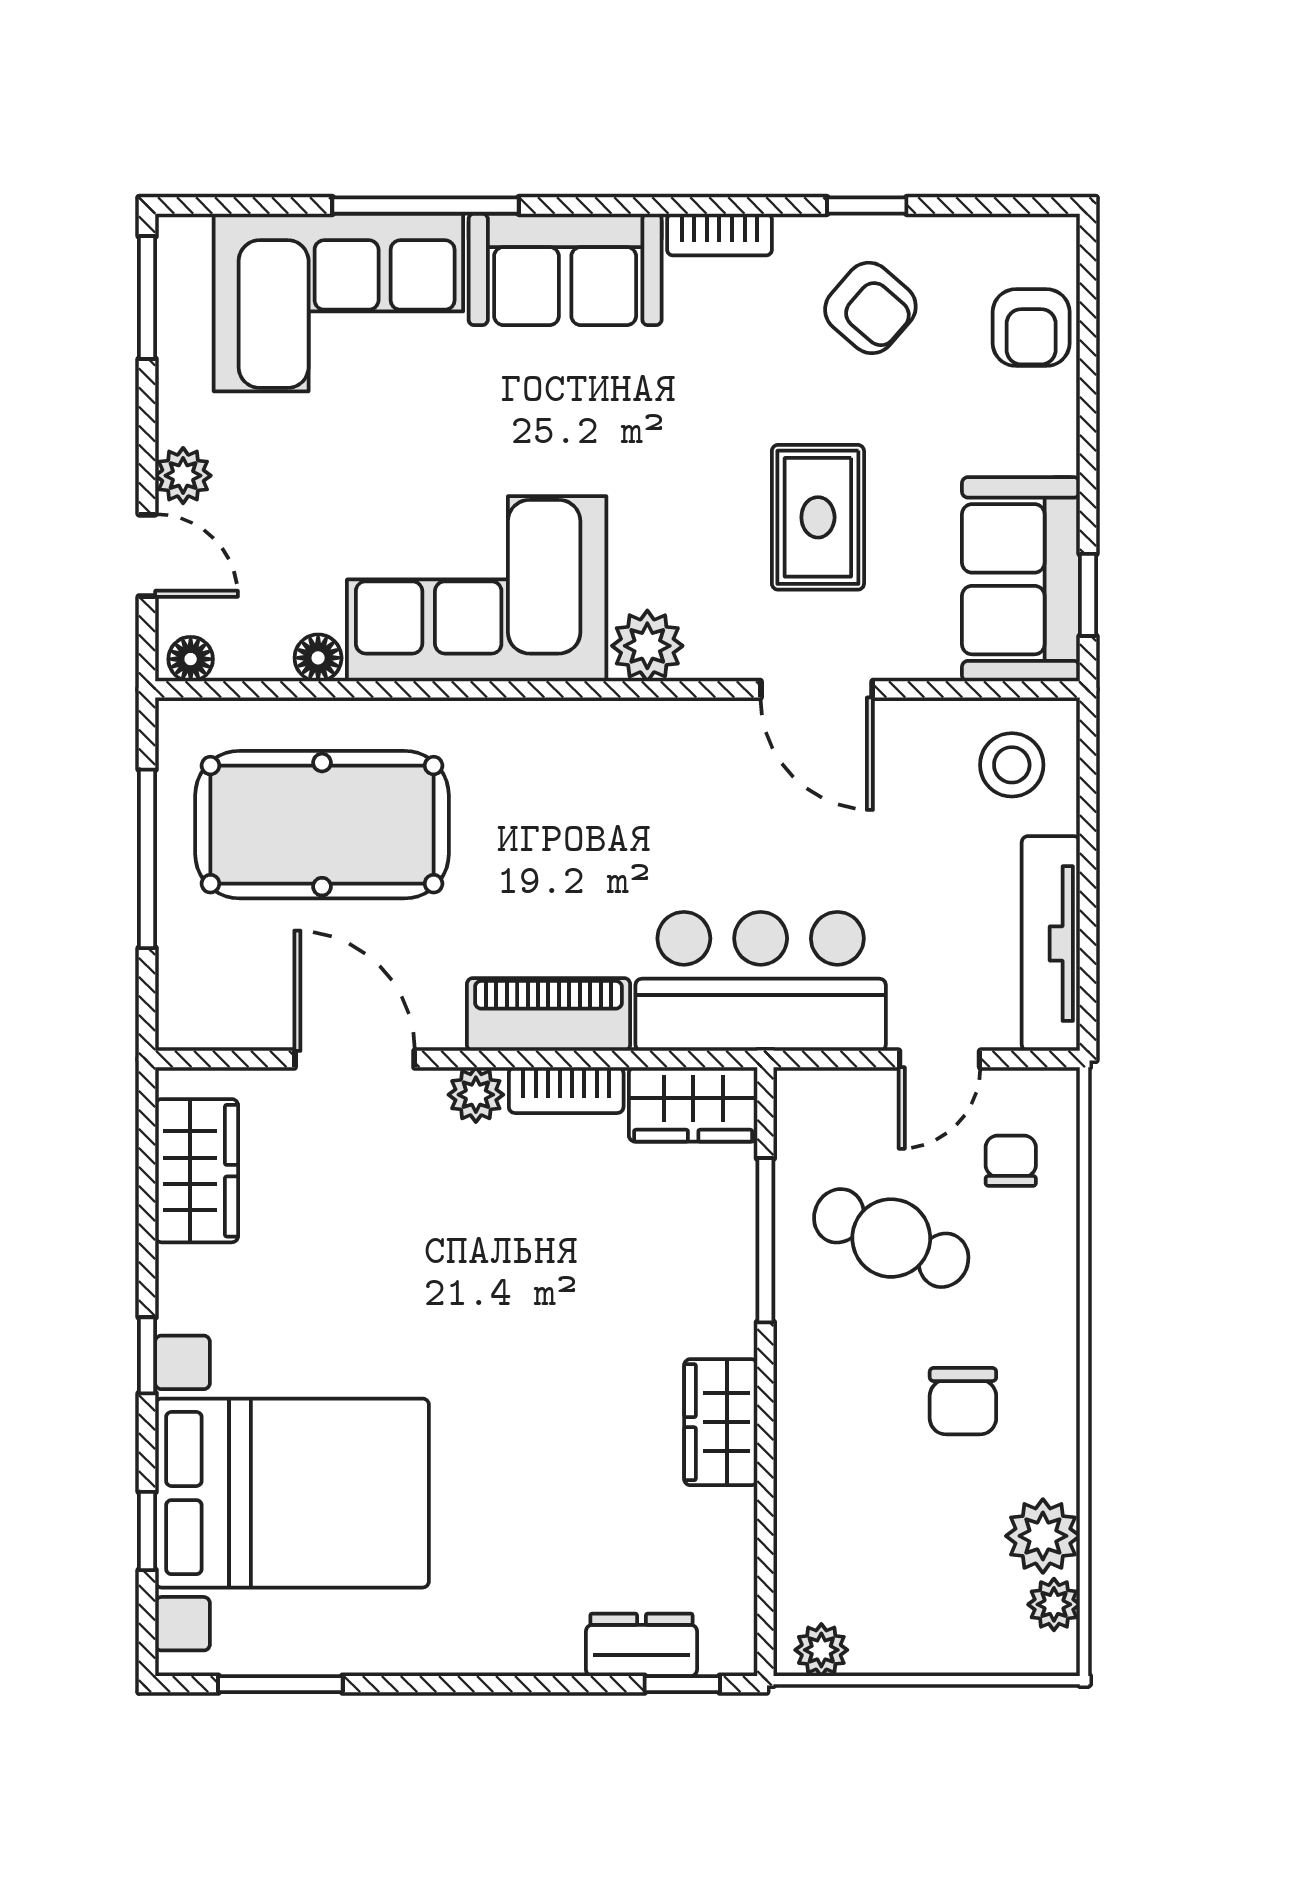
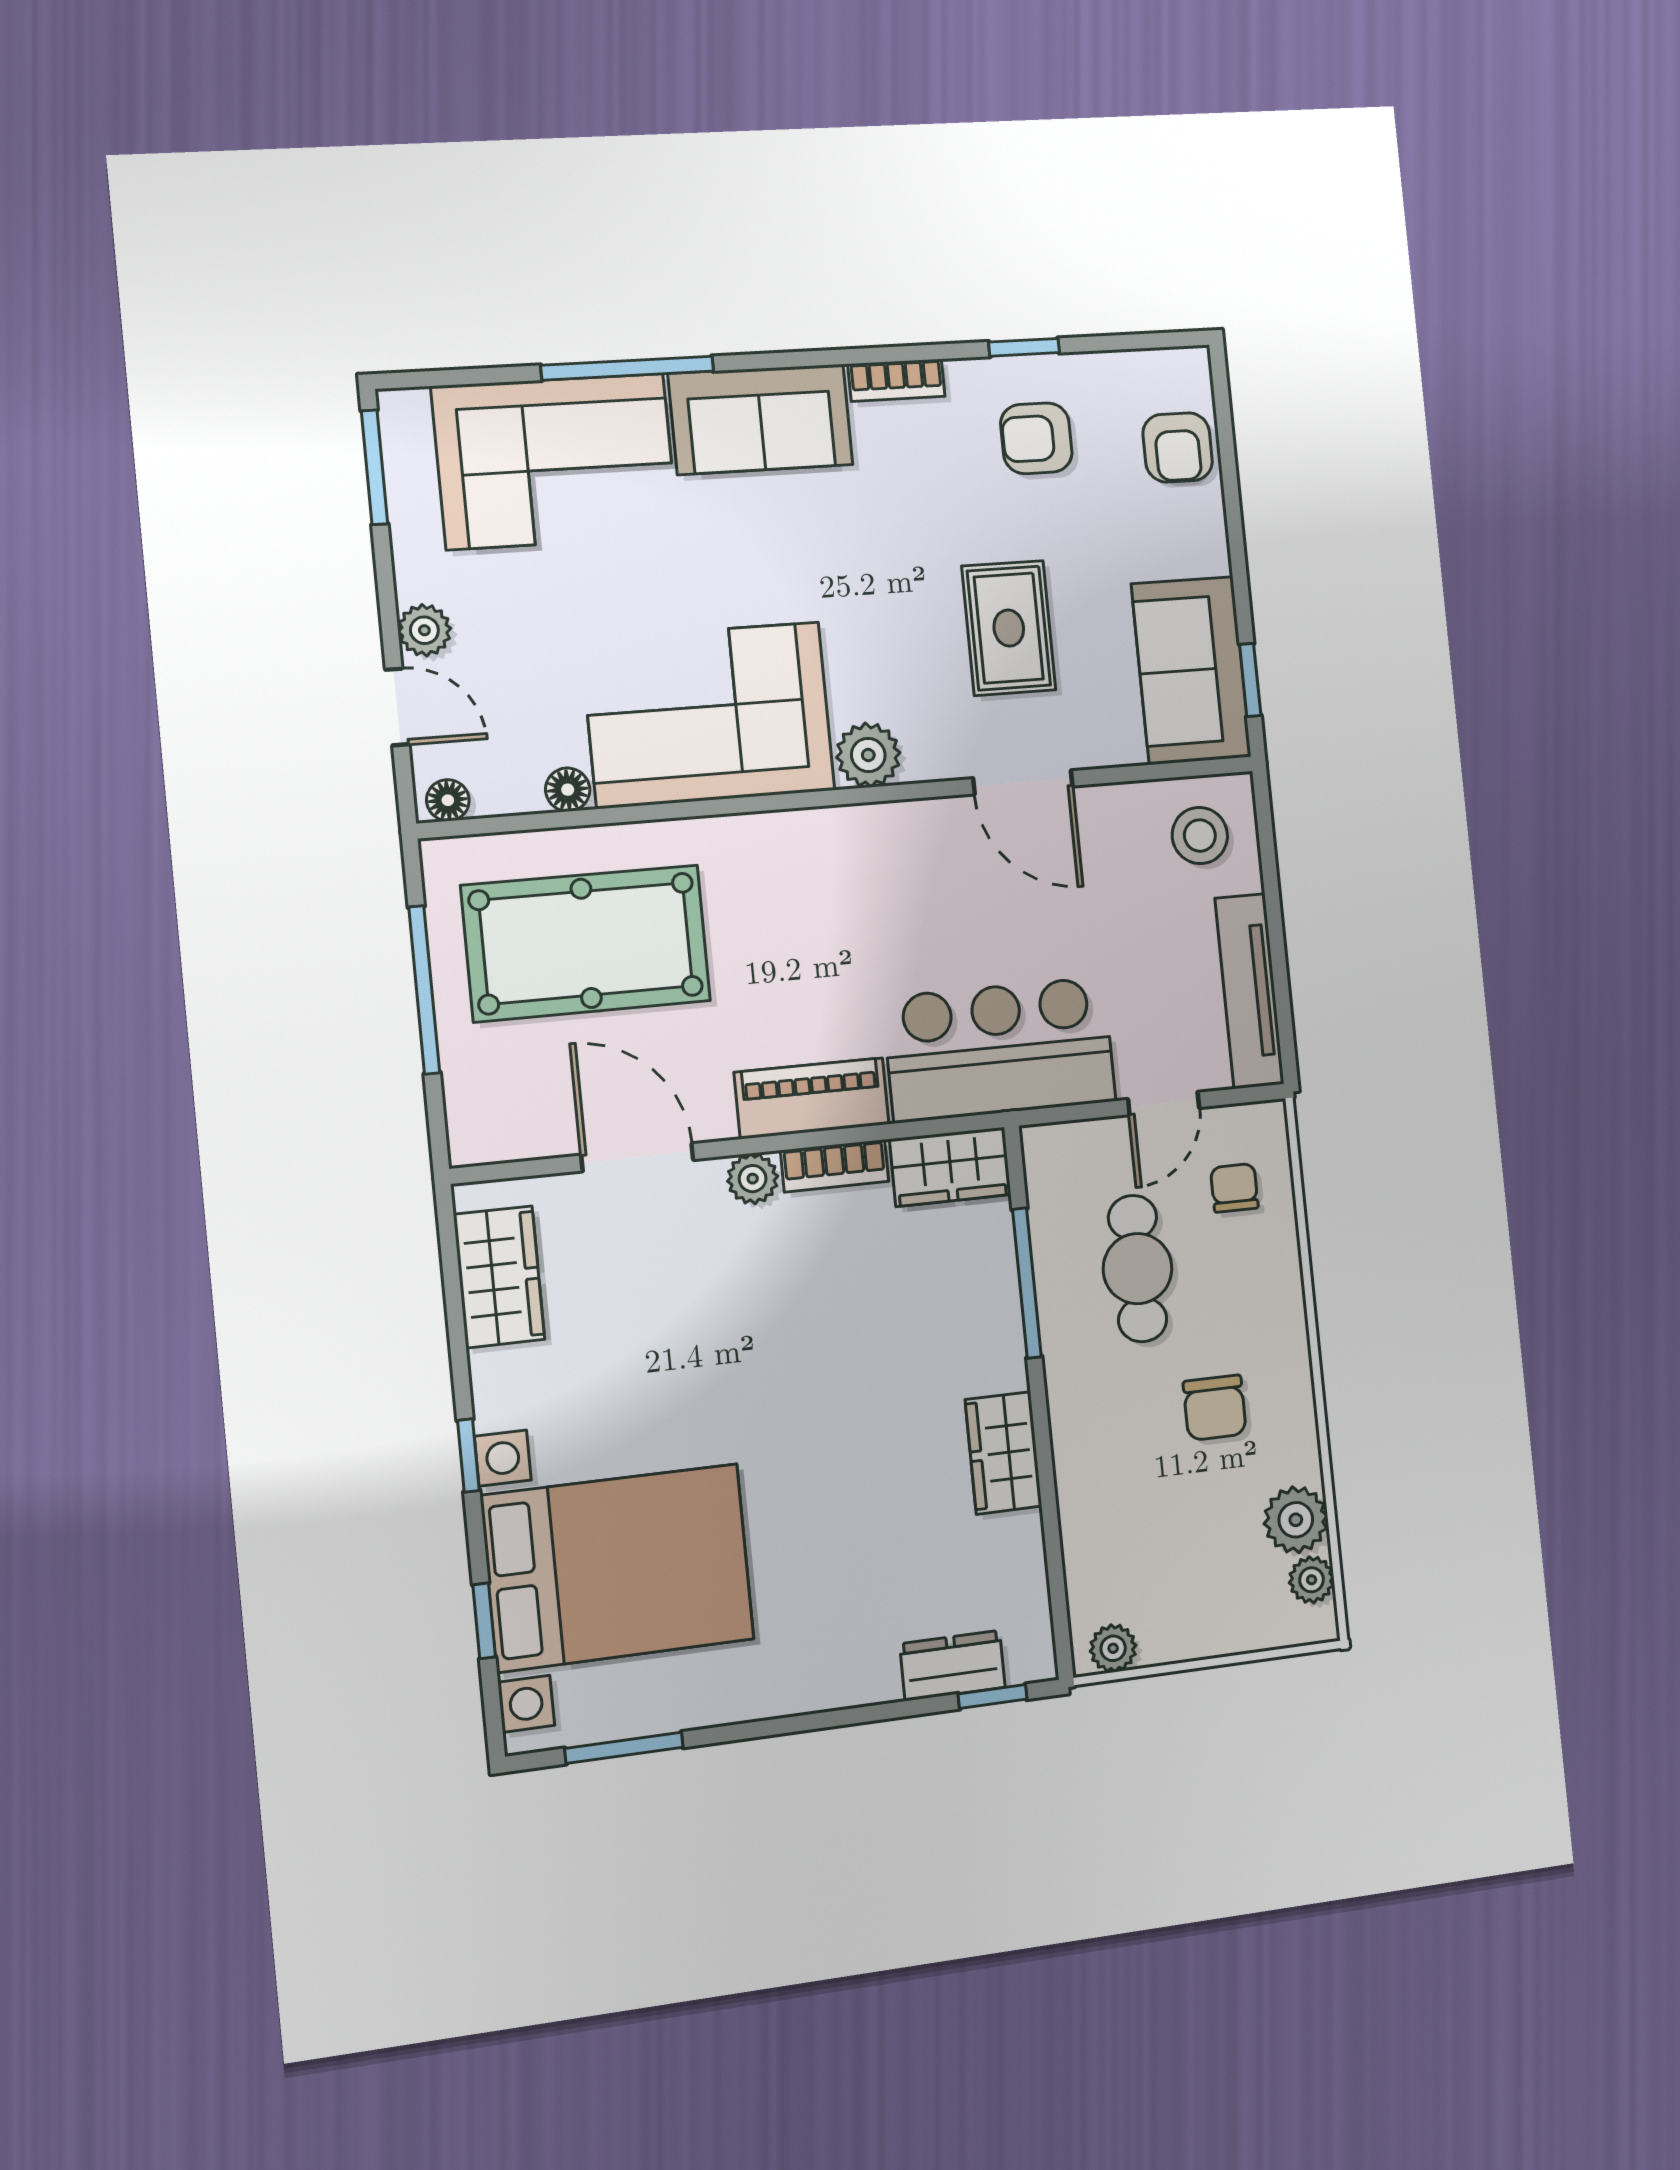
armchair: (870, 308) -> (1036, 438), turned 139
cafe table: (891, 1238) -> (1138, 1269), turned 67

